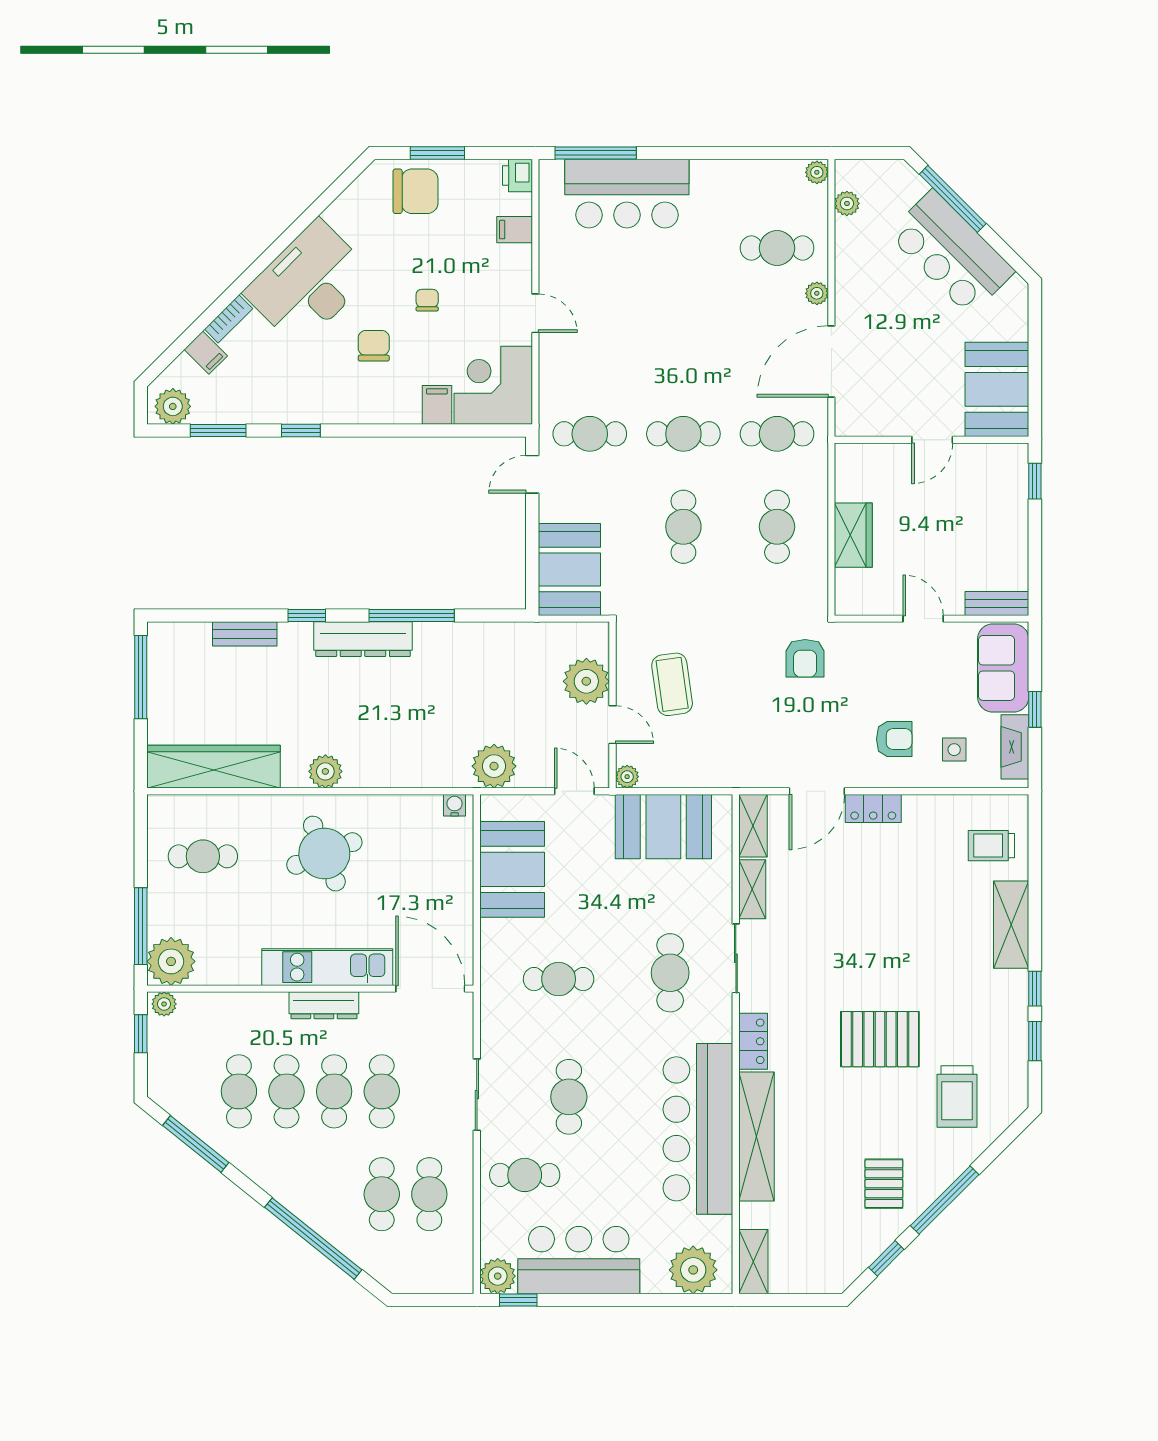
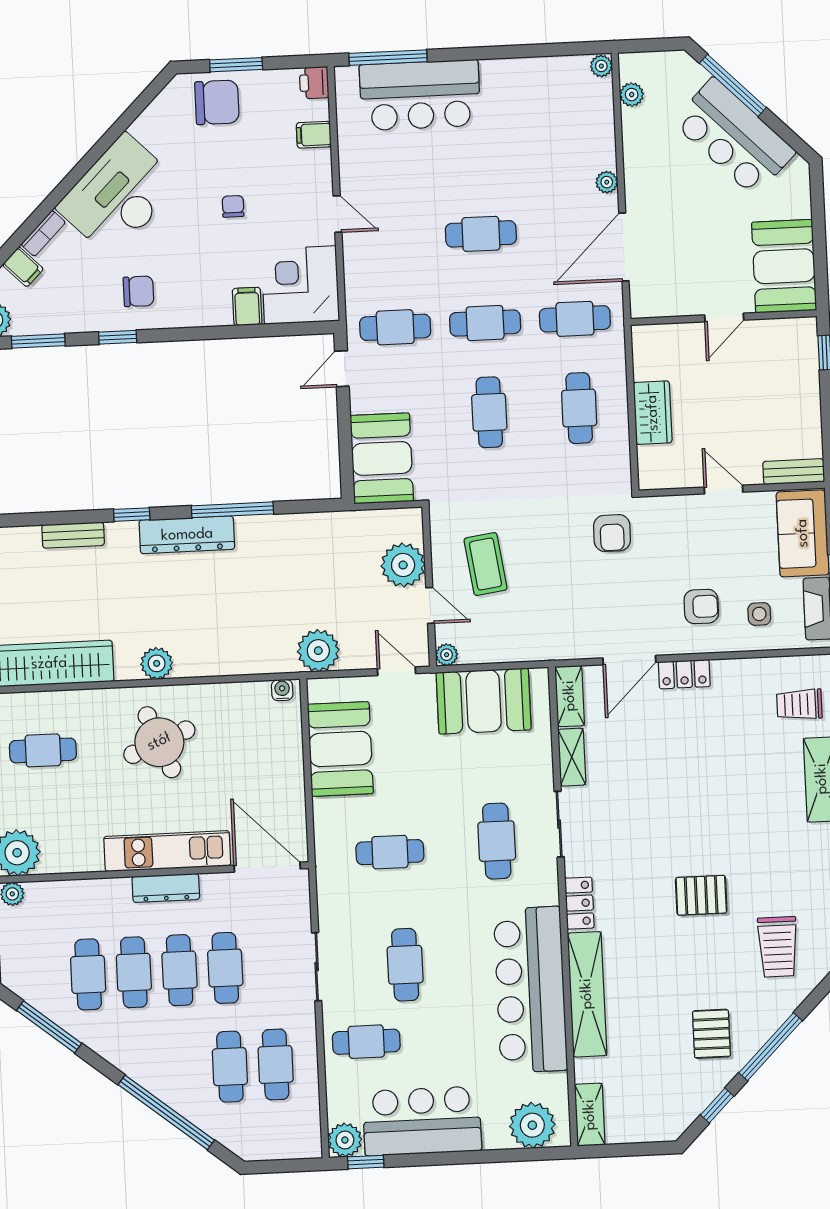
cafe table: (777, 248) -> (481, 234), moved
chair: (374, 346) -> (138, 291), moved, turned 90
pallet: (880, 1039) -> (701, 895), width x0.67, depth x0.71

